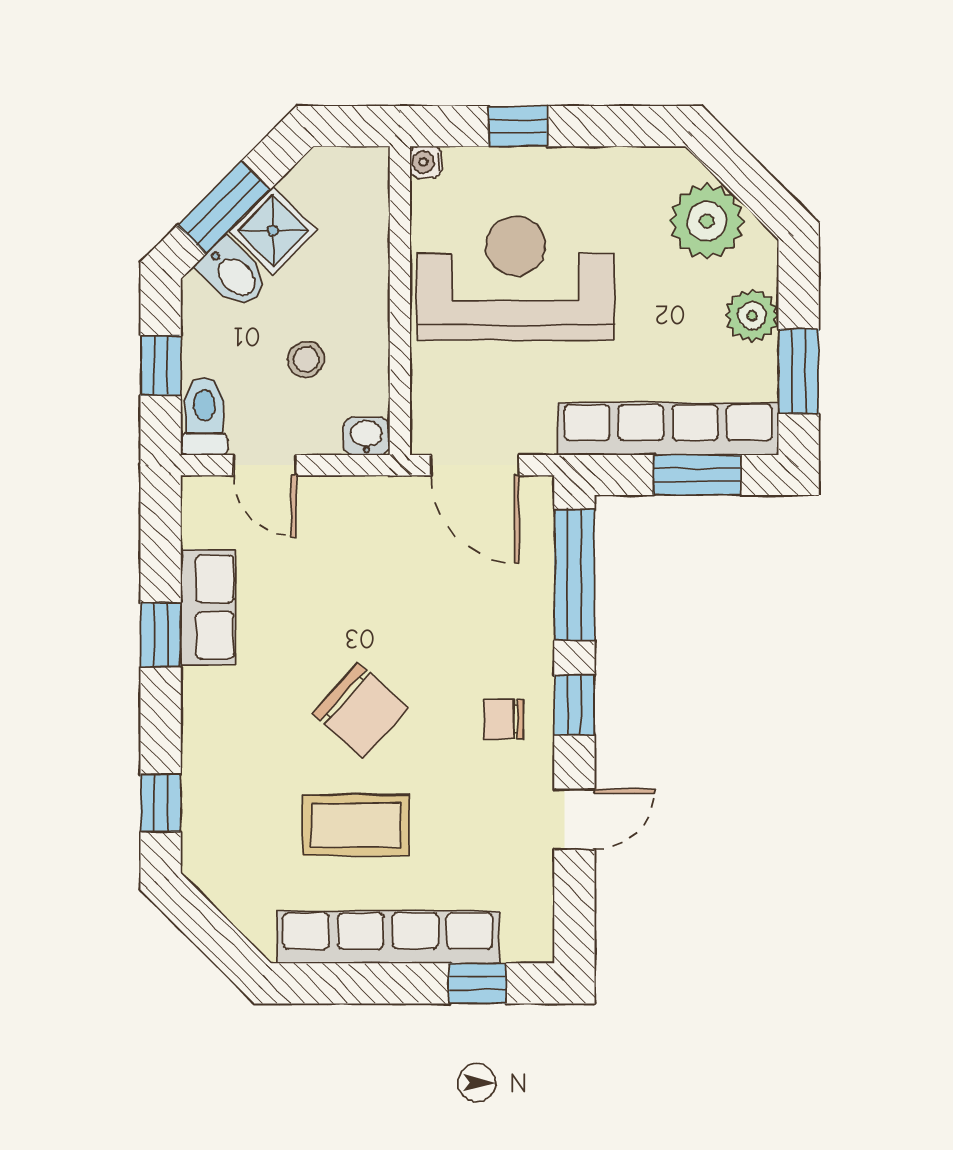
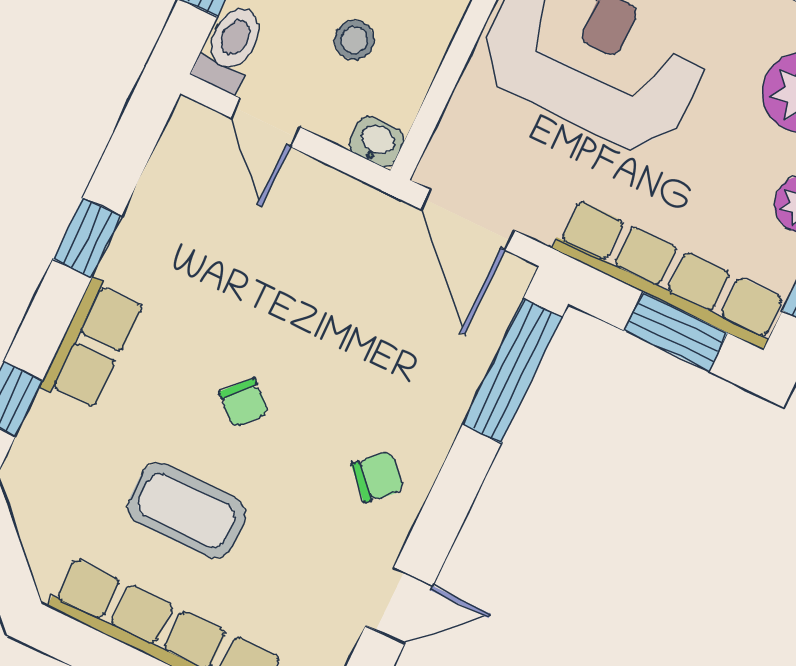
row of seats: (208, 607) -> (92, 344), moved
window: (574, 705) -> (452, 496), removed
chair: (361, 711) -> (244, 403), width x0.54, depth x0.54
chair: (504, 719) -> (378, 477), turned 136

